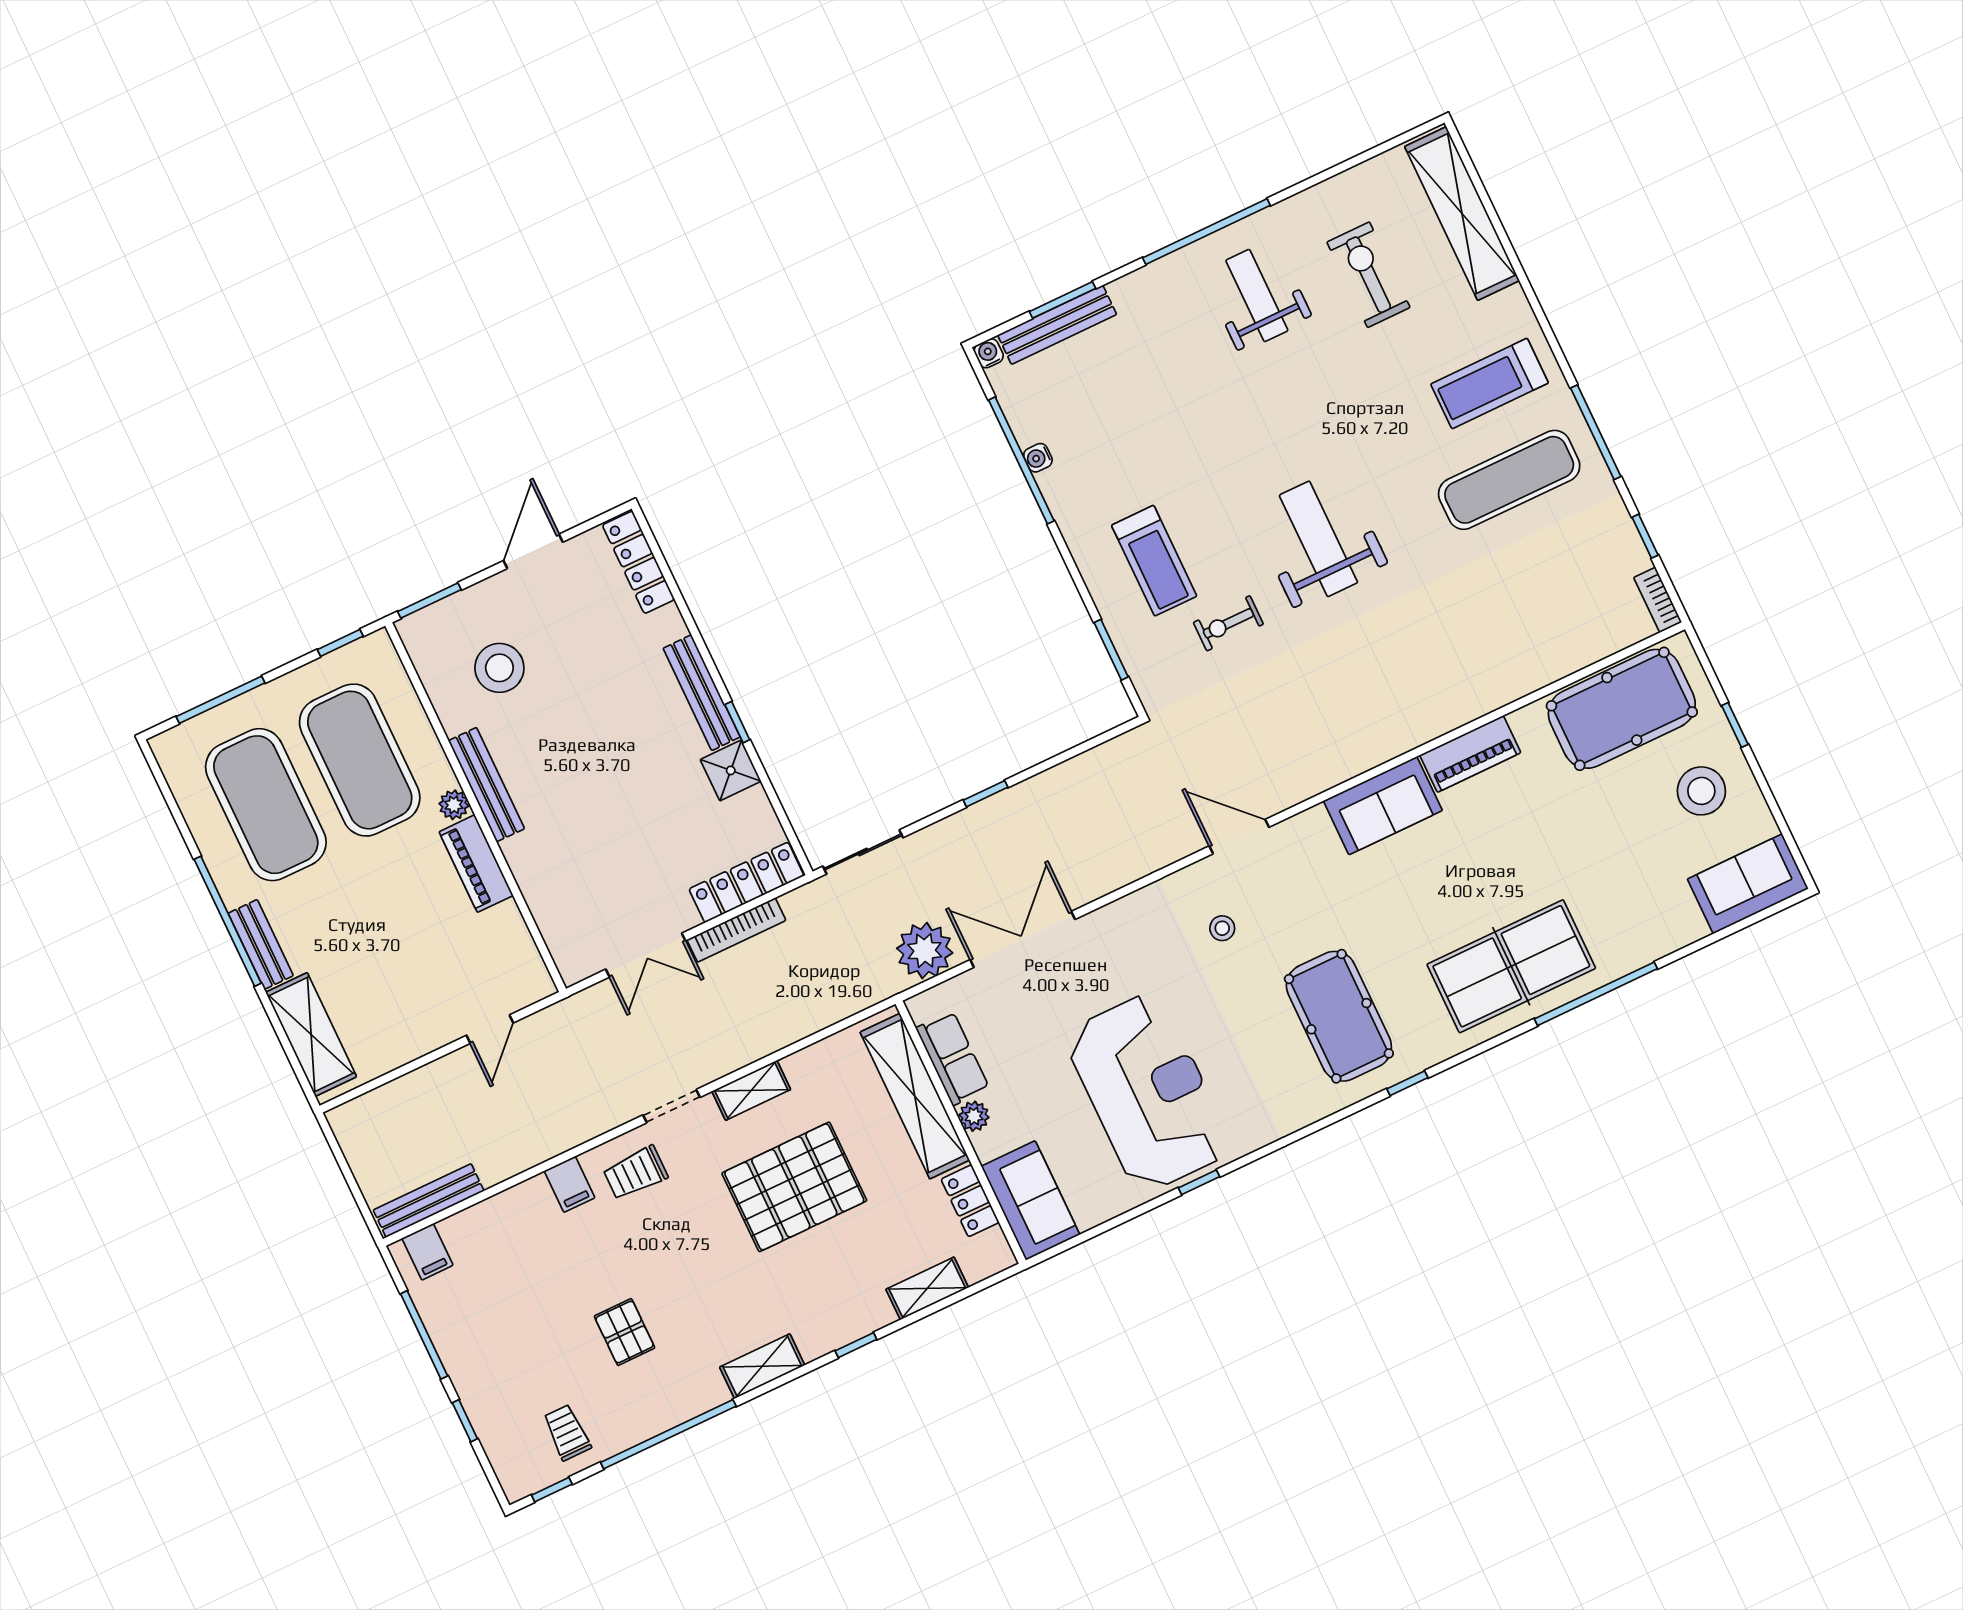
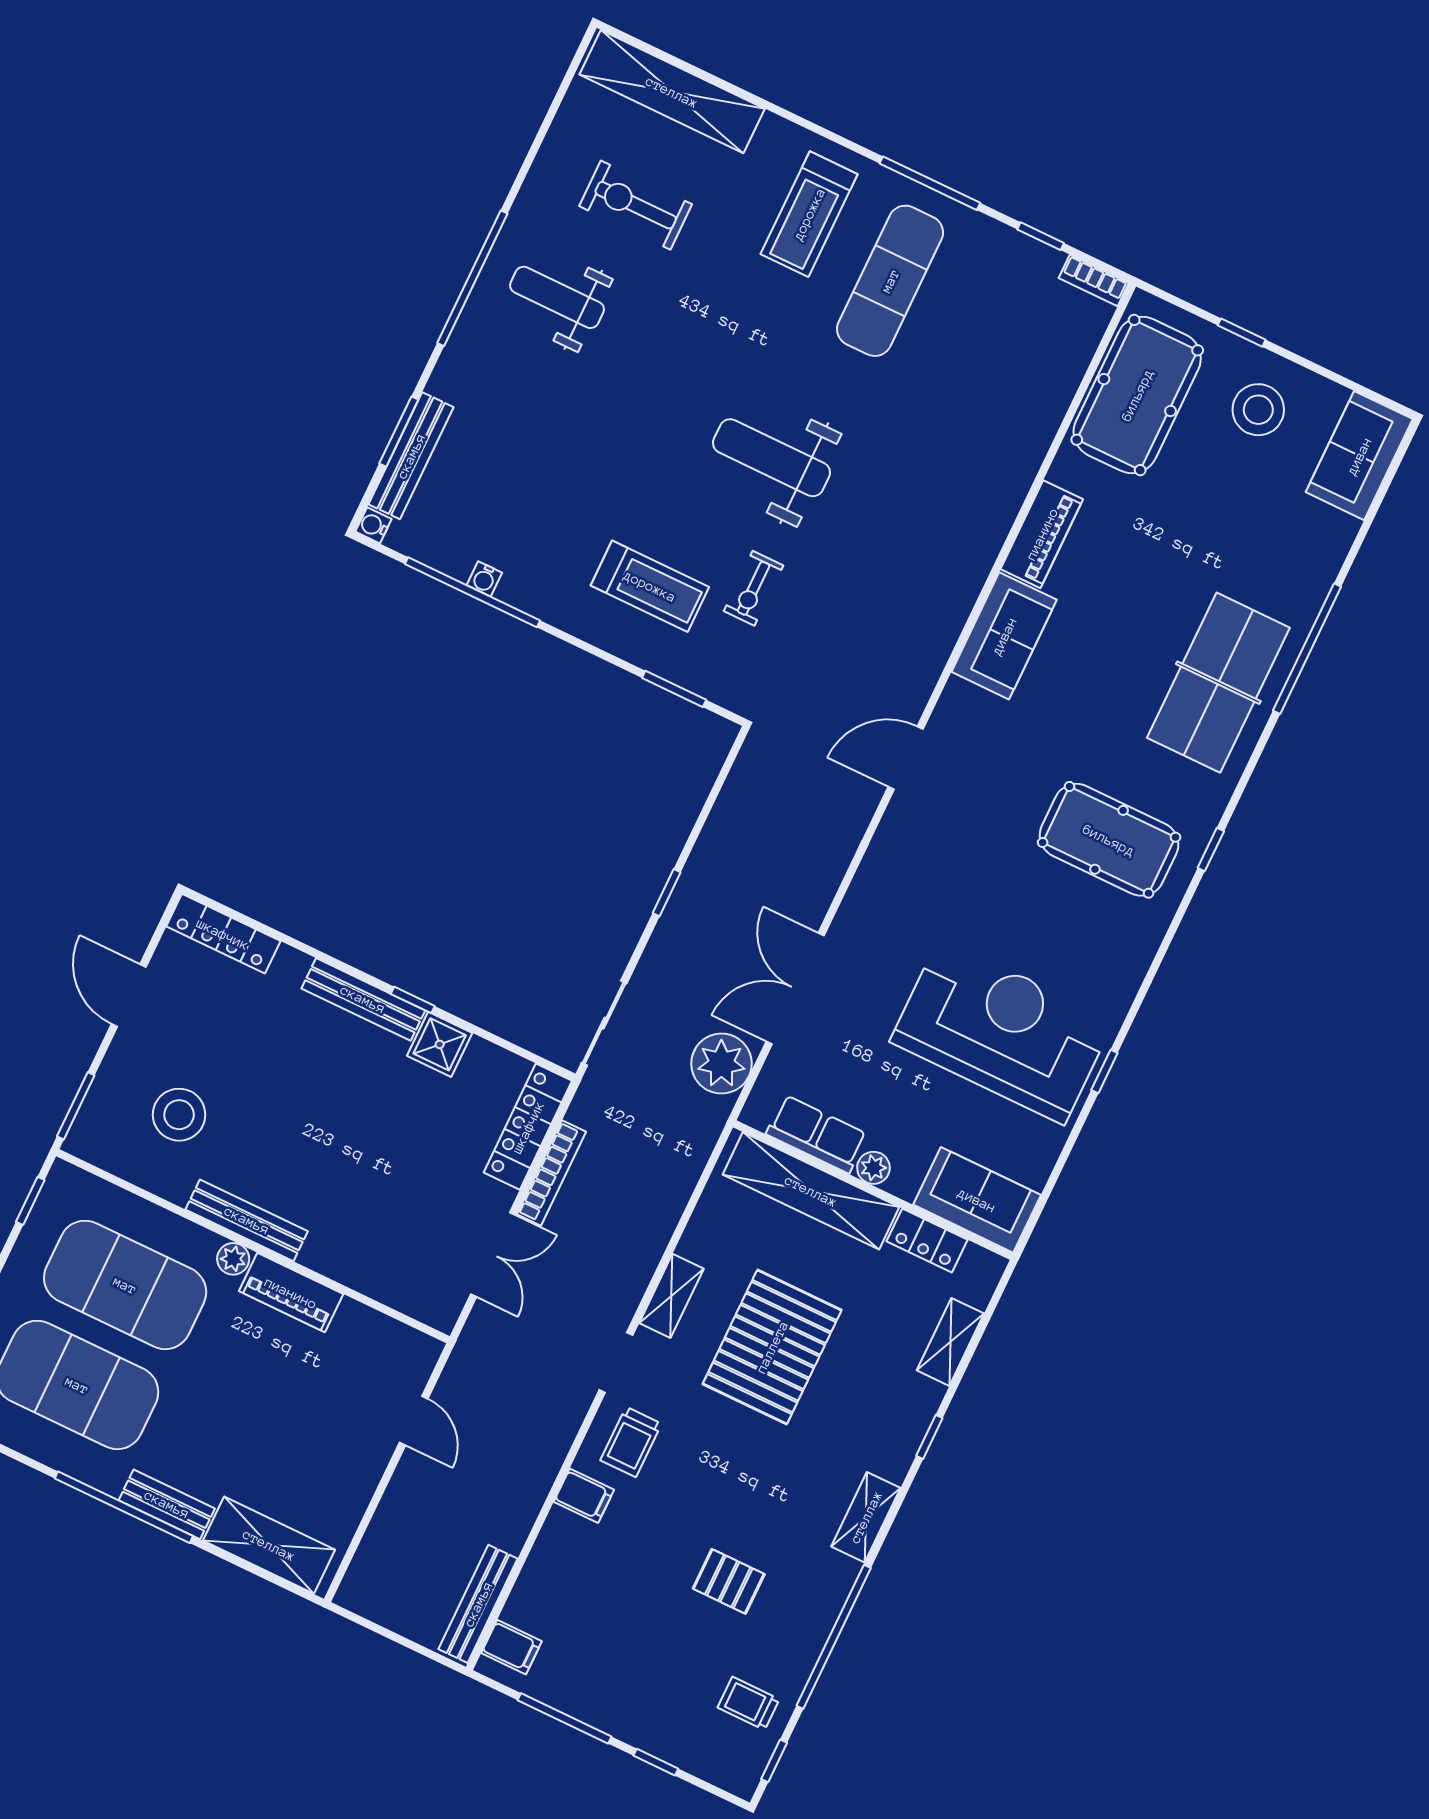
stool: (1222, 928) -> (953, 845), removed

